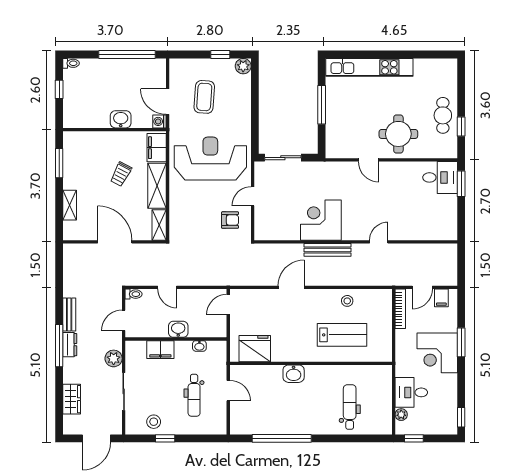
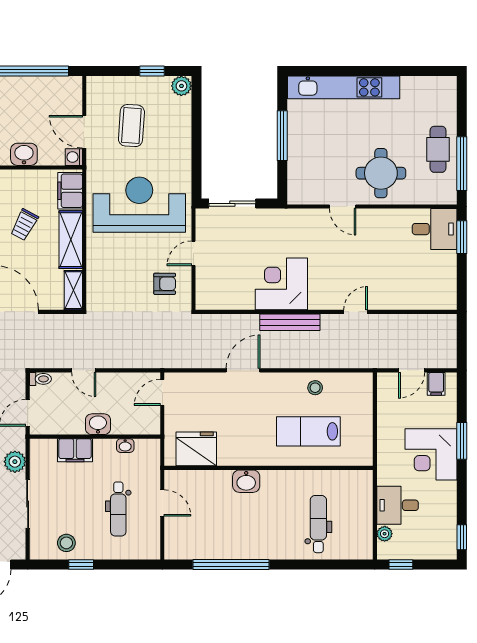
window: (461, 126) -> (462, 164), width x2.17
bookcase: (400, 309) -> (383, 398), removed
lab bench: (342, 335) -> (308, 431), turned 180

